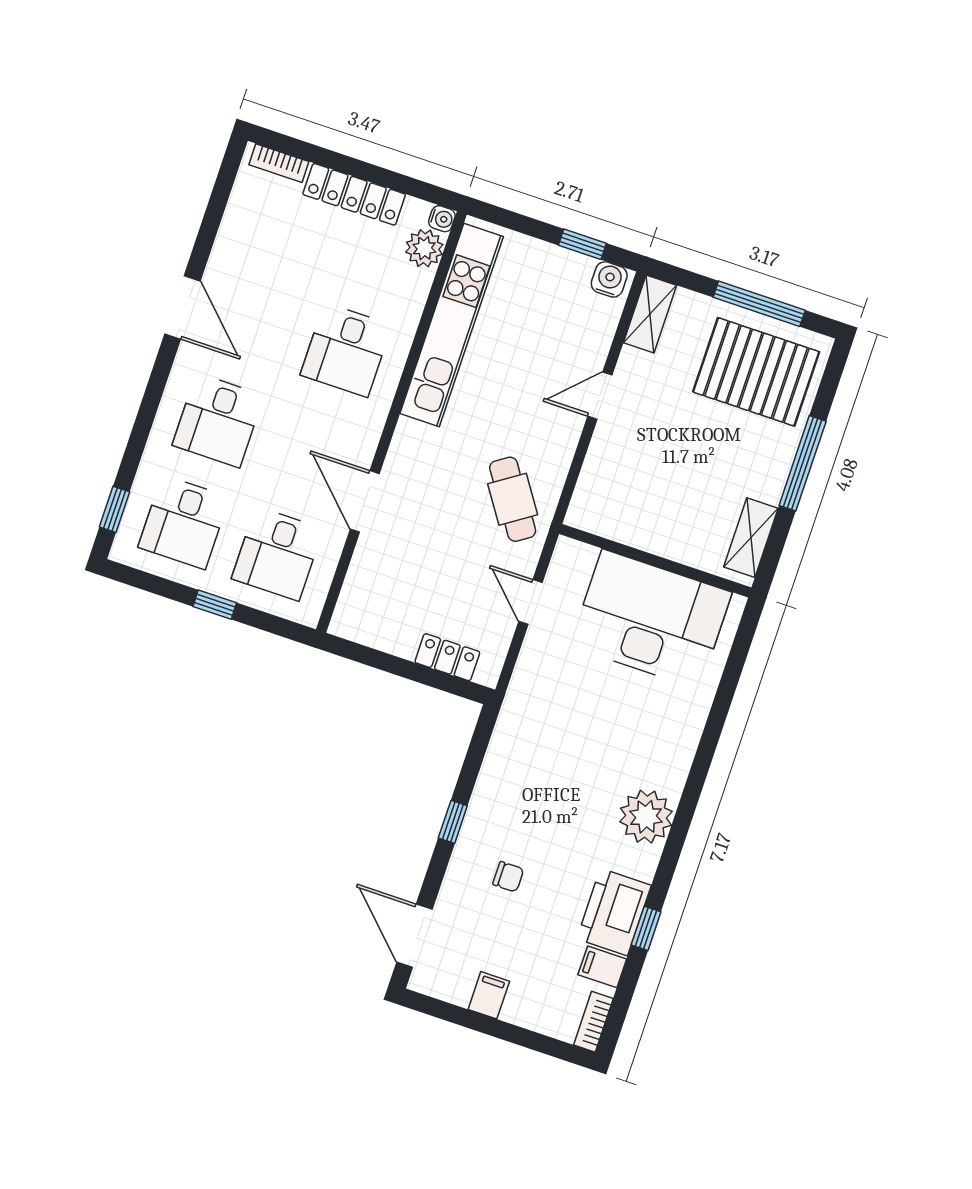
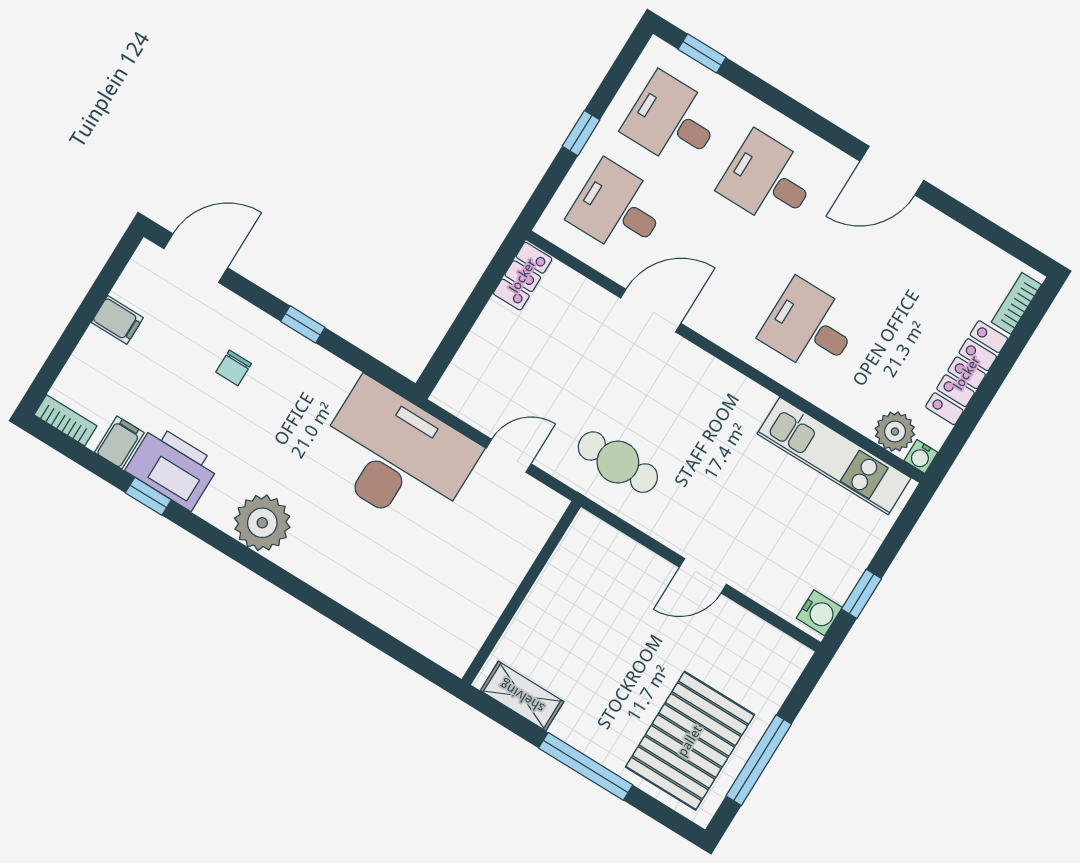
shelving: (650, 314) -> (774, 646), removed
kitchen unit: (452, 325) -> (834, 456), width x0.73
door: (600, 396) -> (703, 576), swing flipped
cafe table: (513, 499) -> (618, 462), turned 34
desk: (651, 619) -> (396, 456), moved, turned -90
locker: (447, 657) -> (523, 276), moved

